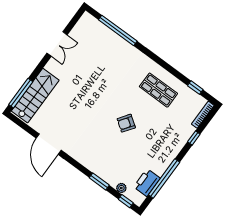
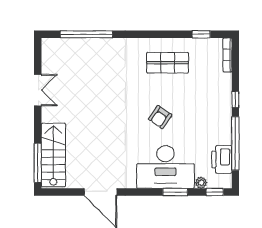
window: (194, 138) -> (235, 99), moved
desk: (105, 160) -> (165, 167), added

